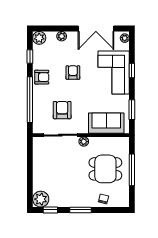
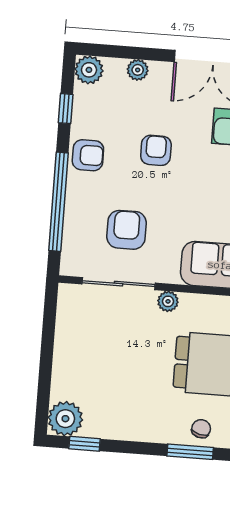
window: (80, 210) -> (190, 452), moved

